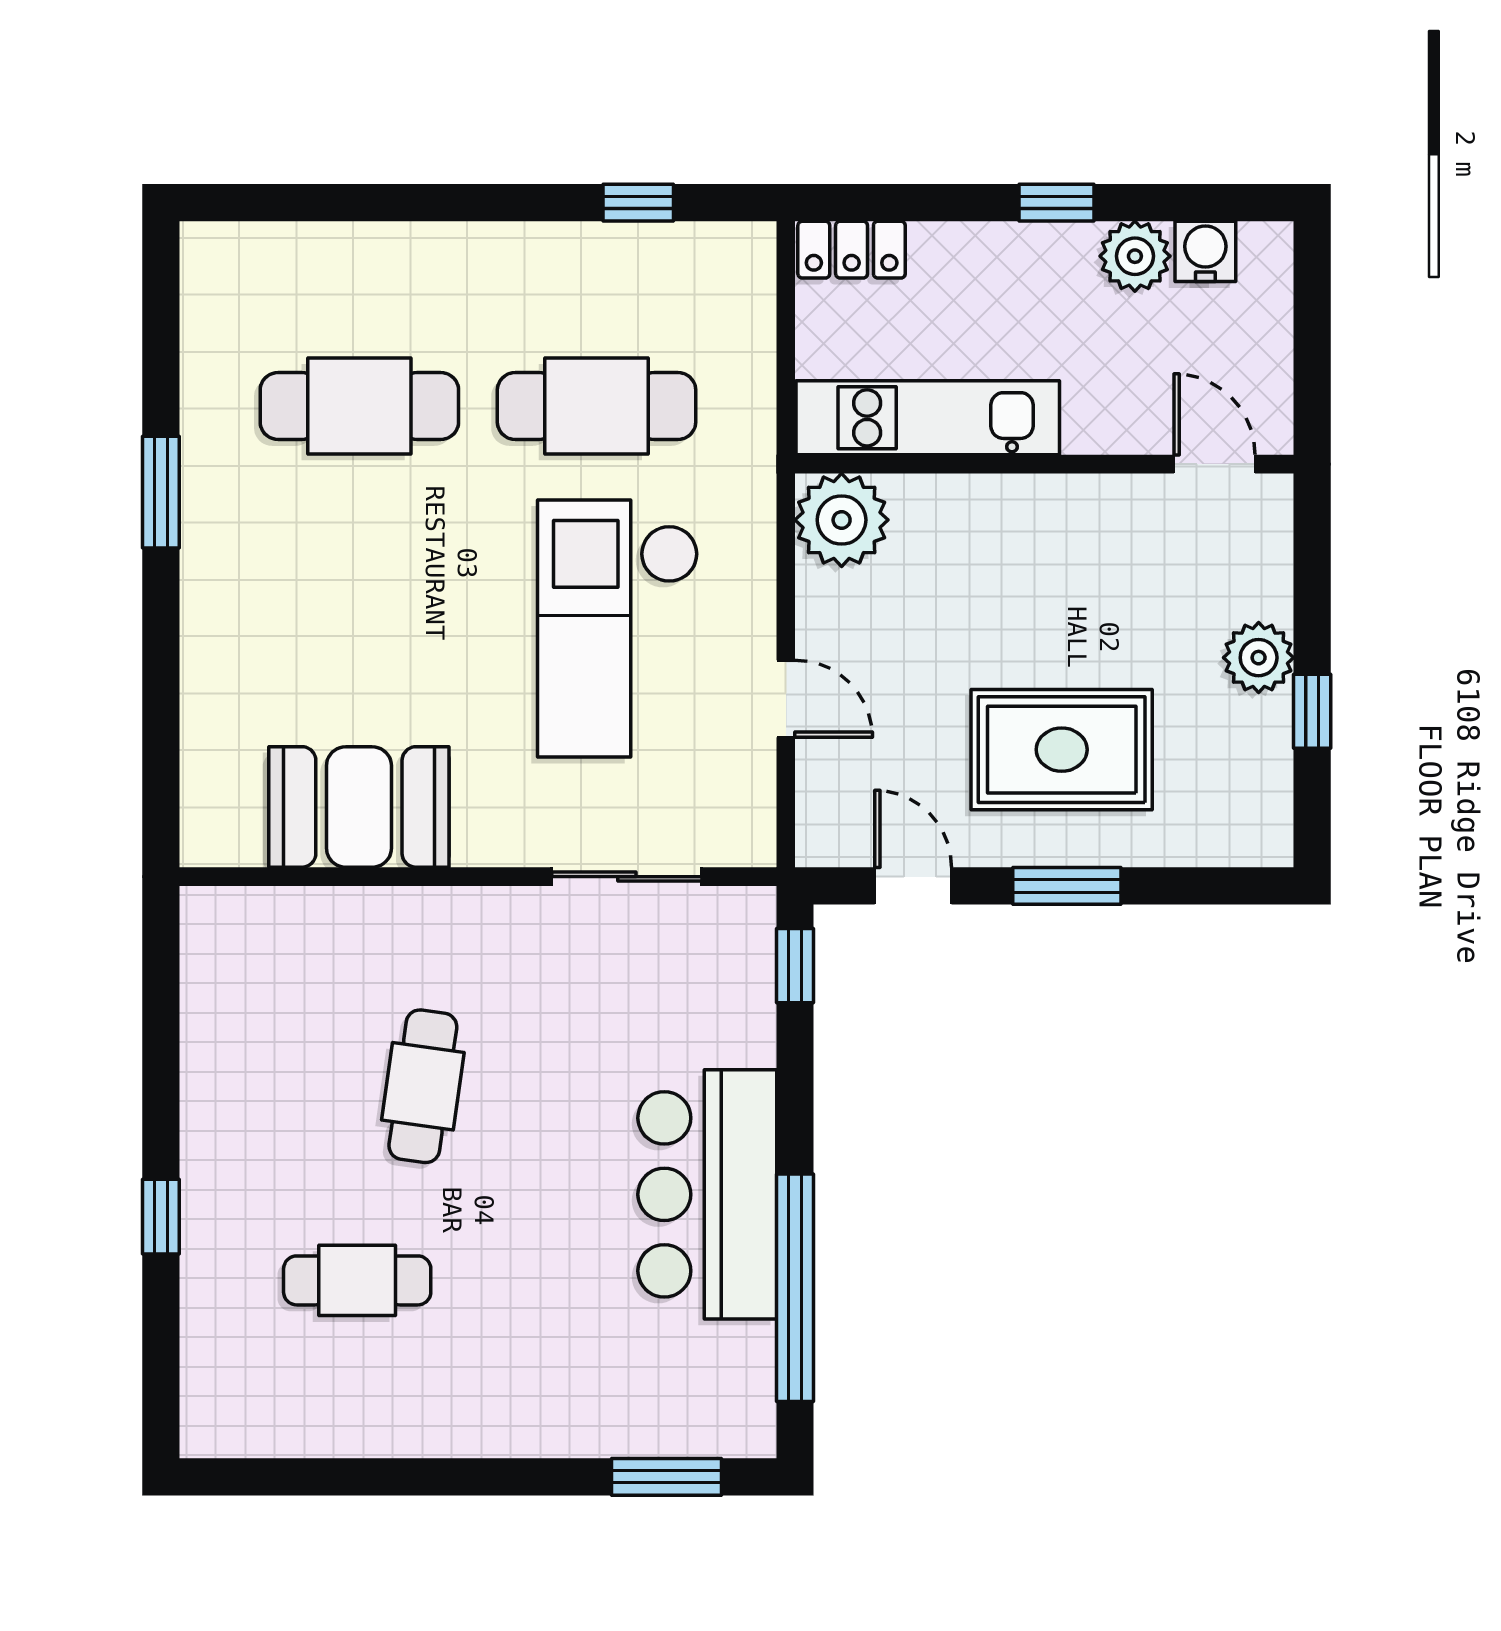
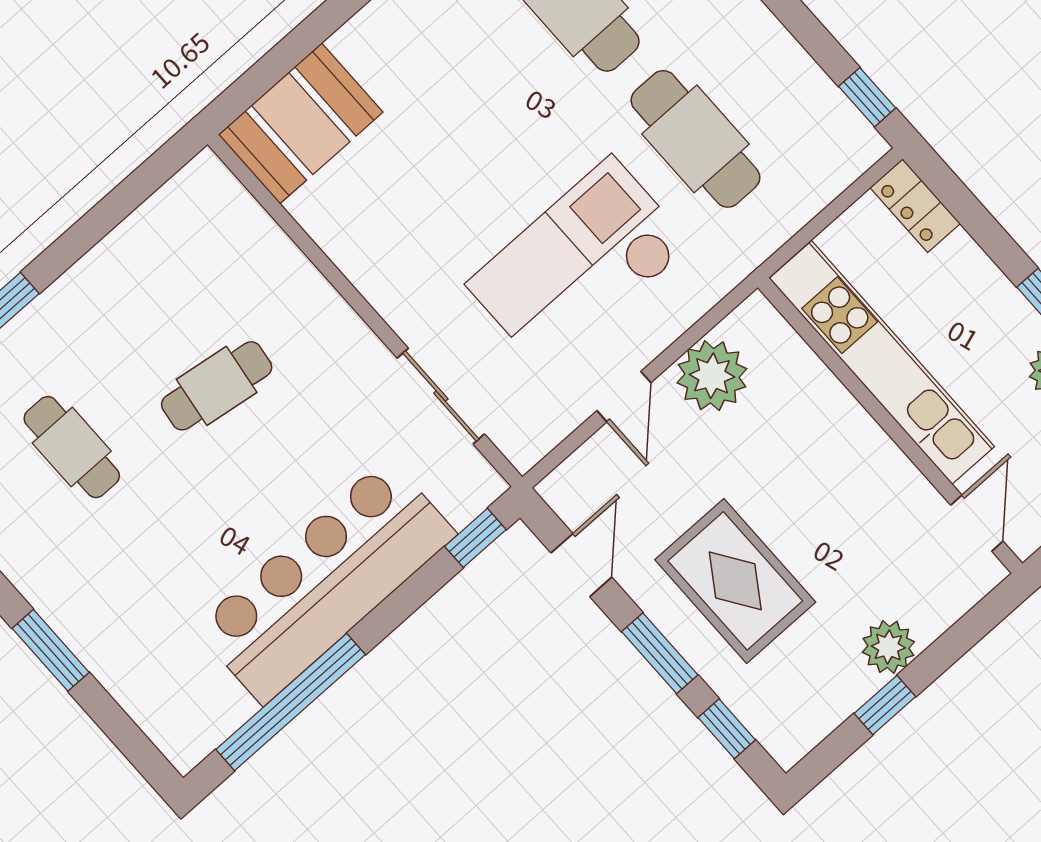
window: (638, 203) -> (867, 97), moved
kitchen unit: (928, 418) -> (882, 362), width x1.36
plant: (842, 520) -> (712, 376), moved
booth: (359, 807) -> (301, 123), moved, turned 90
window: (1198, 886) -> (727, 729), added
bar counter: (707, 1194) -> (325, 581), width x1.36
window: (666, 1477) -> (51, 650), moved

